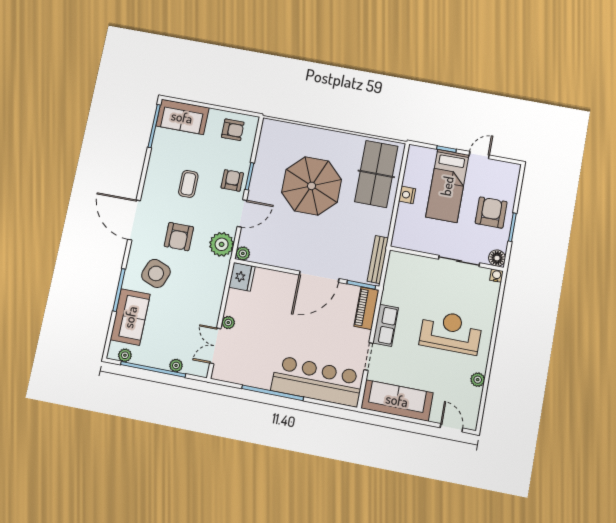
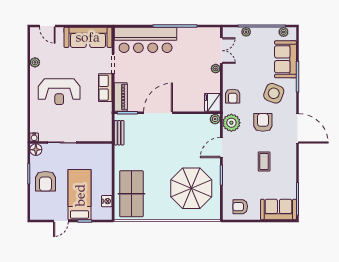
armchair: (232, 180) -> (233, 96), moved
parasol: (312, 186) -> (191, 188), moved
nightstand: (407, 195) -> (107, 201), moved
bench: (378, 260) -> (119, 133), width x0.73

